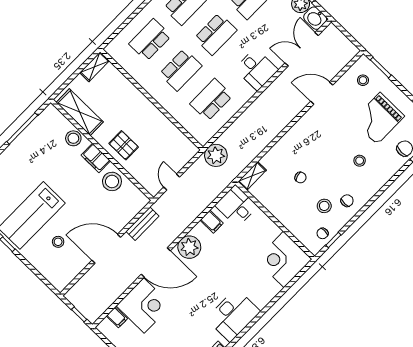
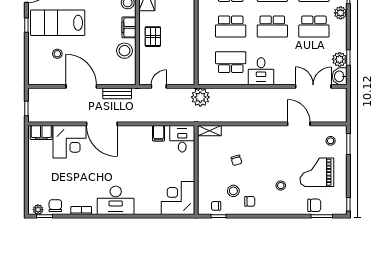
desk: (256, 69) -> (261, 71), moved
plant: (189, 247) -> (130, 135), removed
filing cabinet: (117, 317) -> (41, 133), width x2.00

